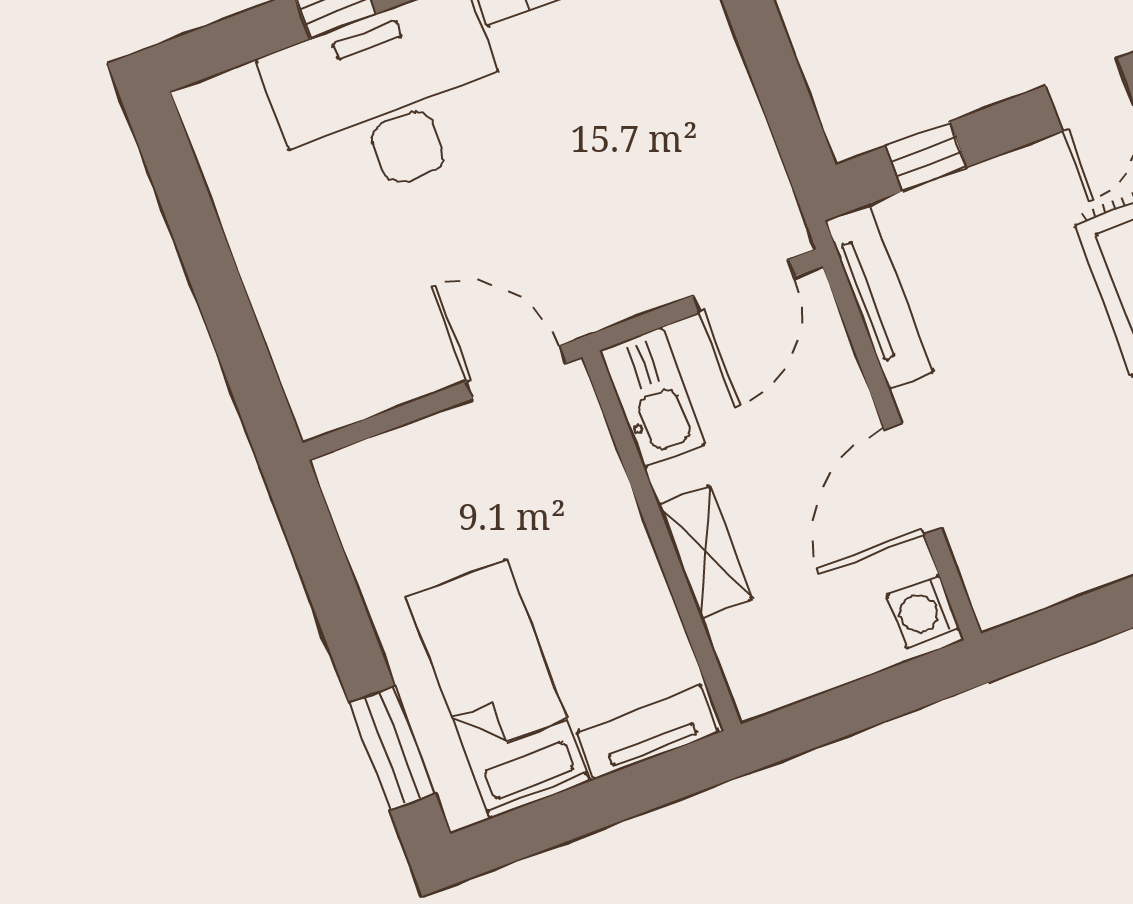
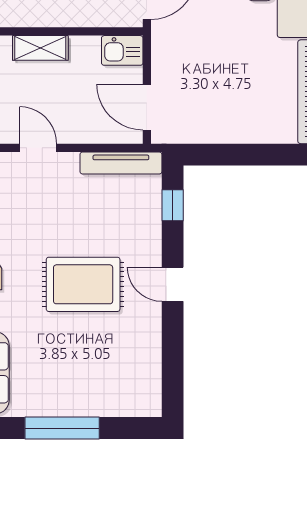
kitchen sink: (652, 397) -> (122, 50), width x0.73
door: (913, 479) -> (38, 148), width x0.73

